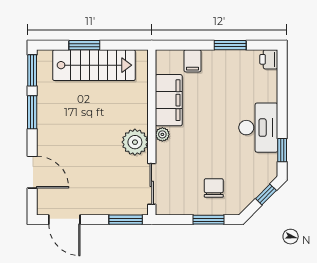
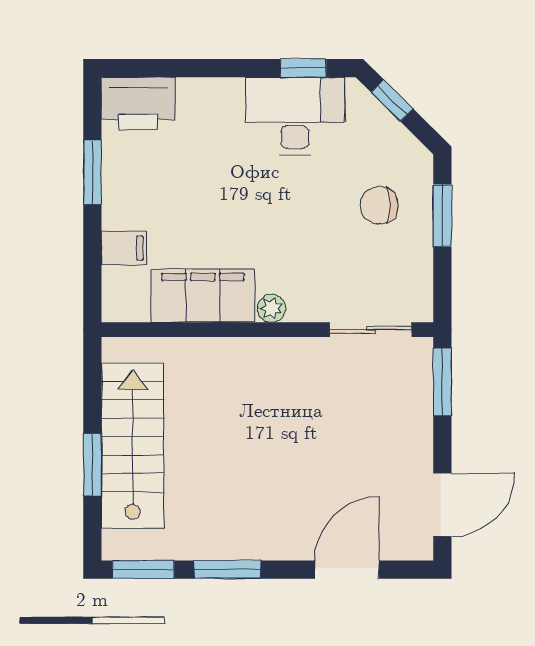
printer: (269, 59) -> (138, 103), width x1.87, depth x1.48
desk: (258, 128) -> (295, 116), moved
plant: (135, 142) -> (287, 363), removed

